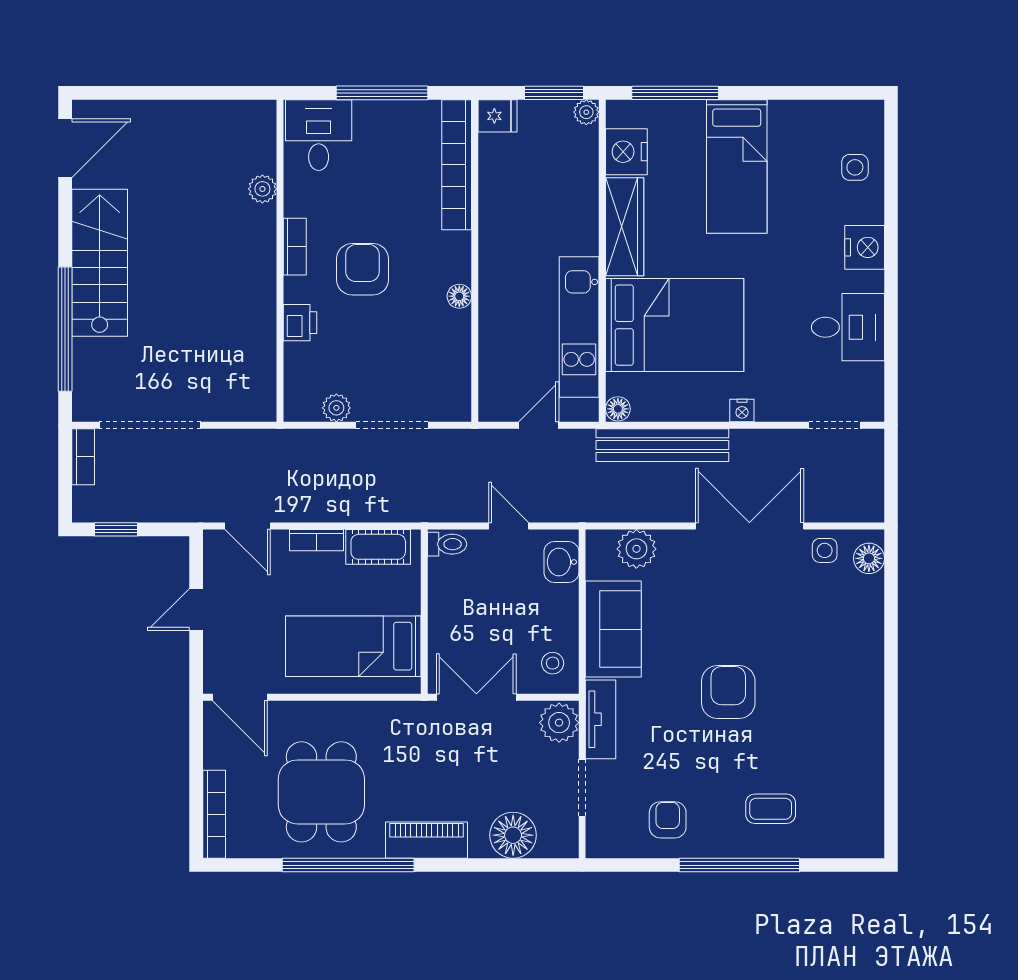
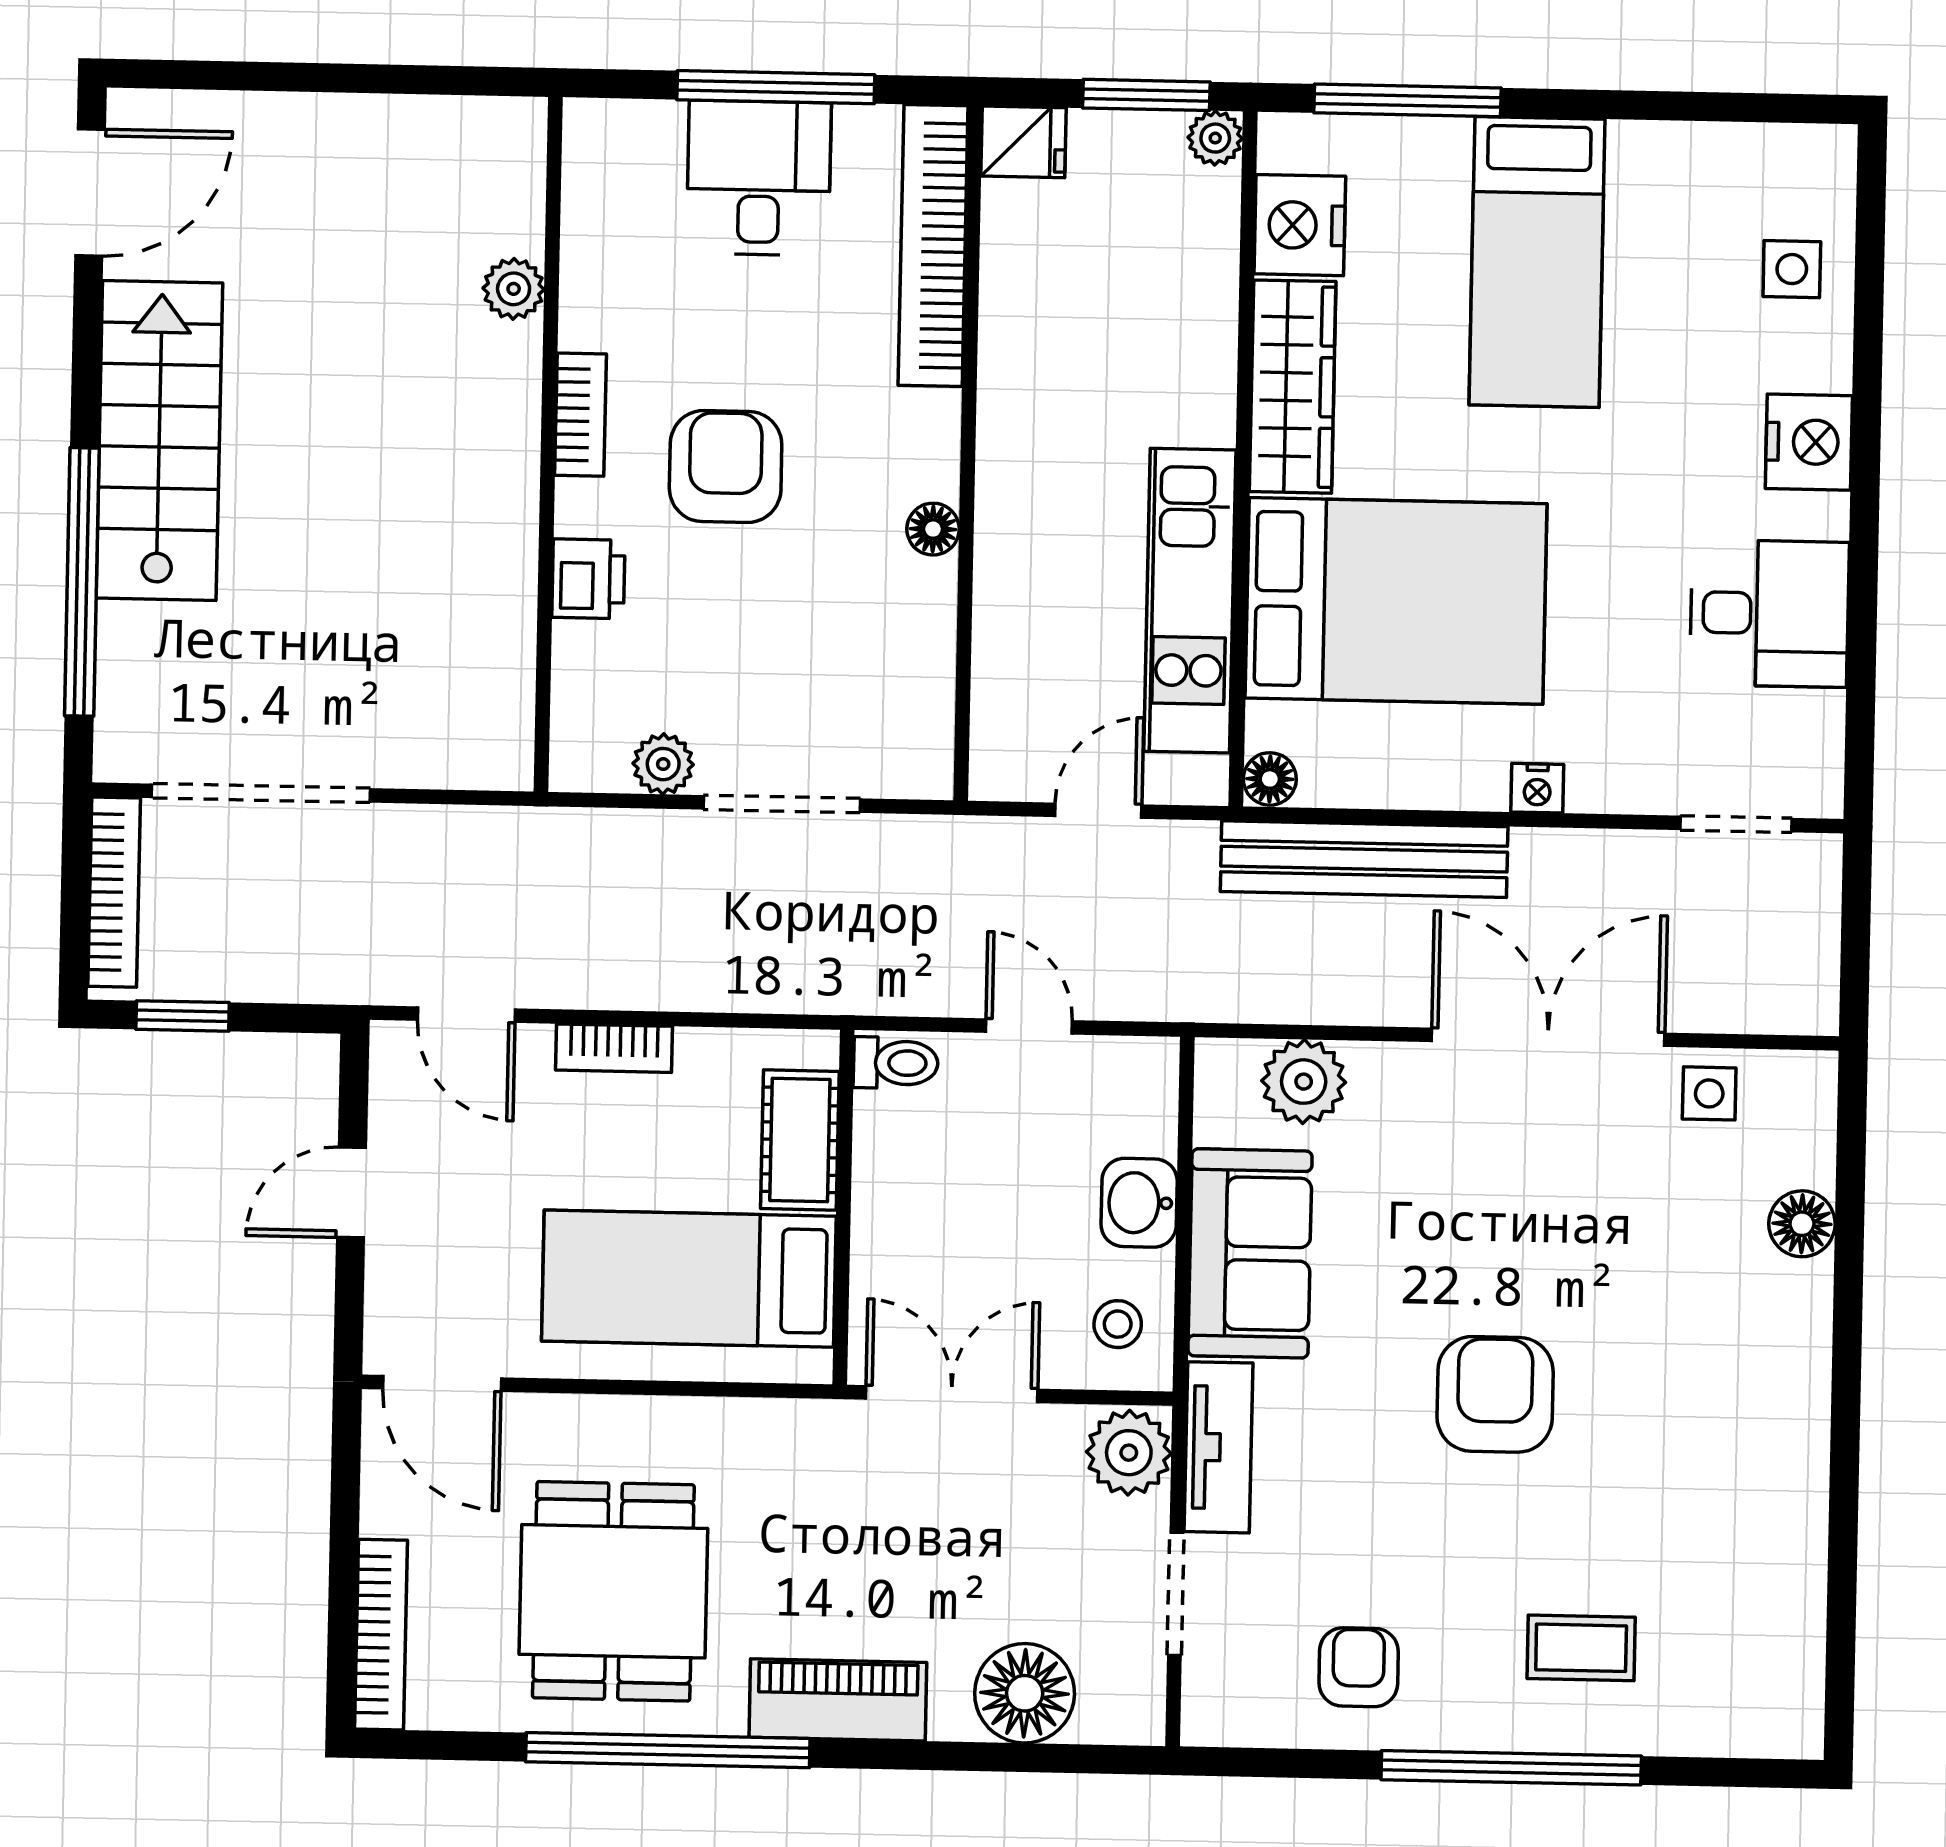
desk: (319, 135) -> (759, 178), moved
bookcase: (83, 457) -> (114, 892), width x1.56
cot: (378, 547) -> (800, 1140), moved, turned 90
floor lamp: (869, 558) -> (1802, 1224), moved
washbasin: (561, 562) -> (1139, 1203), moved

